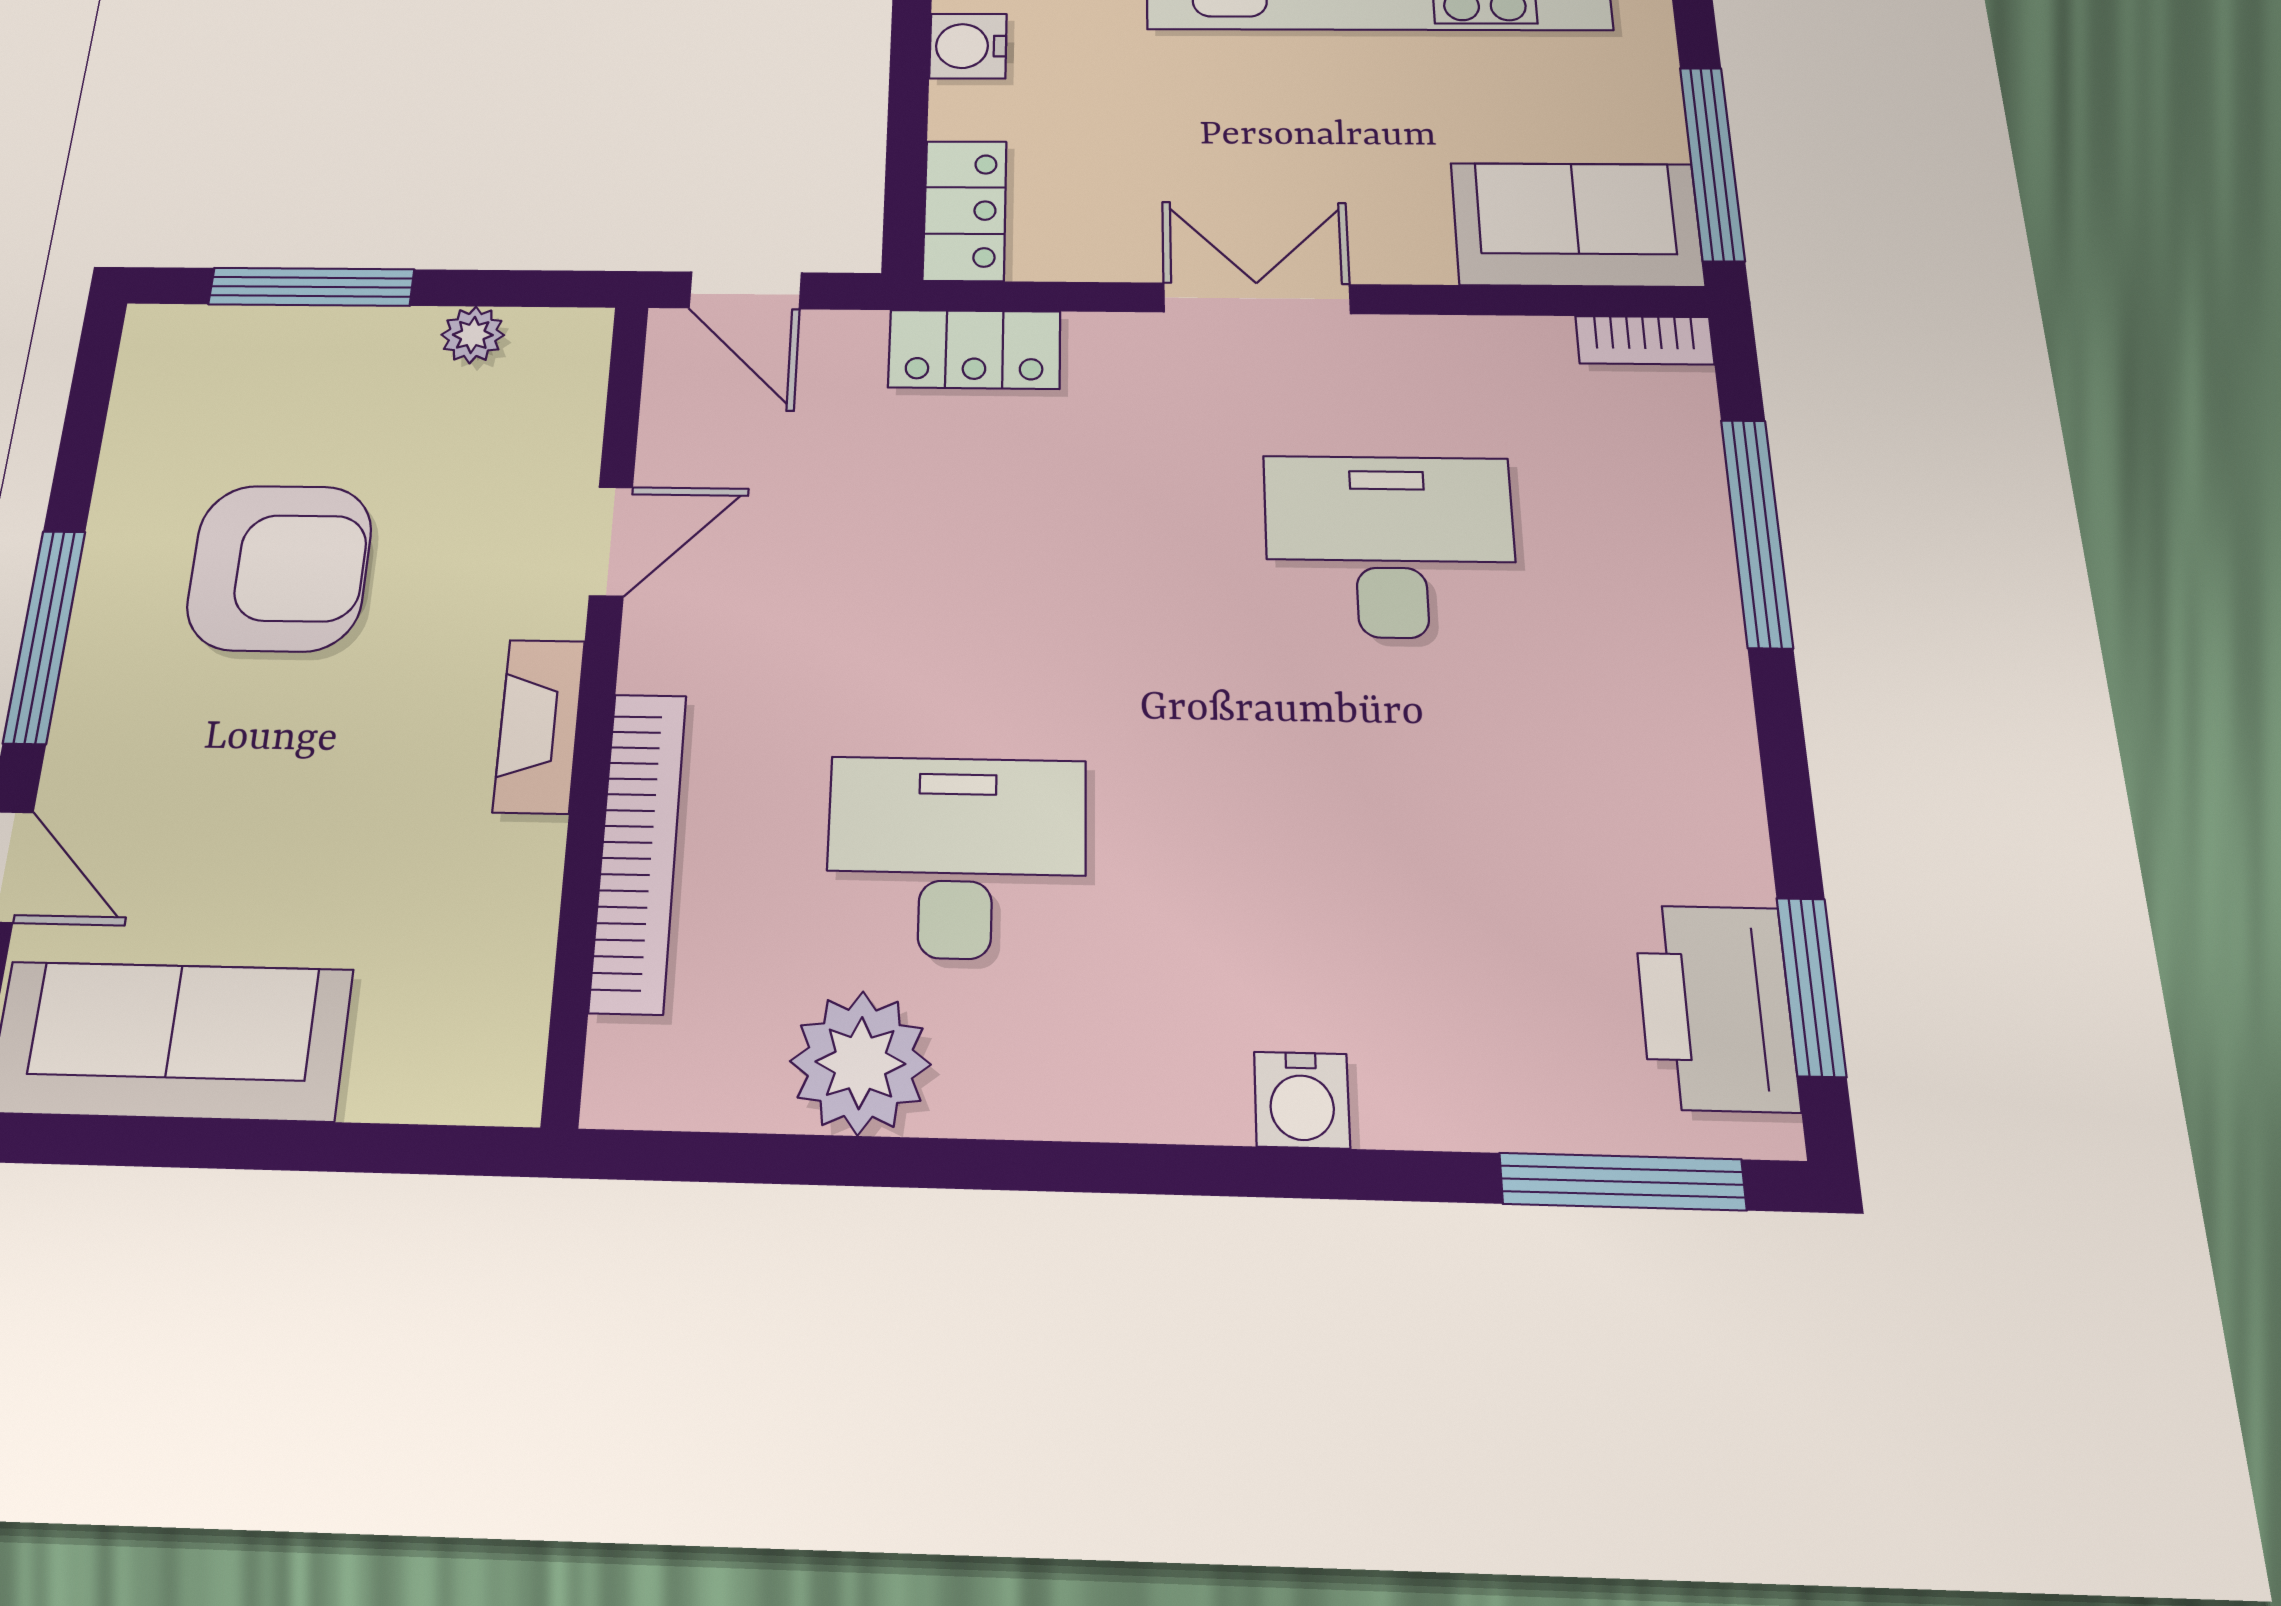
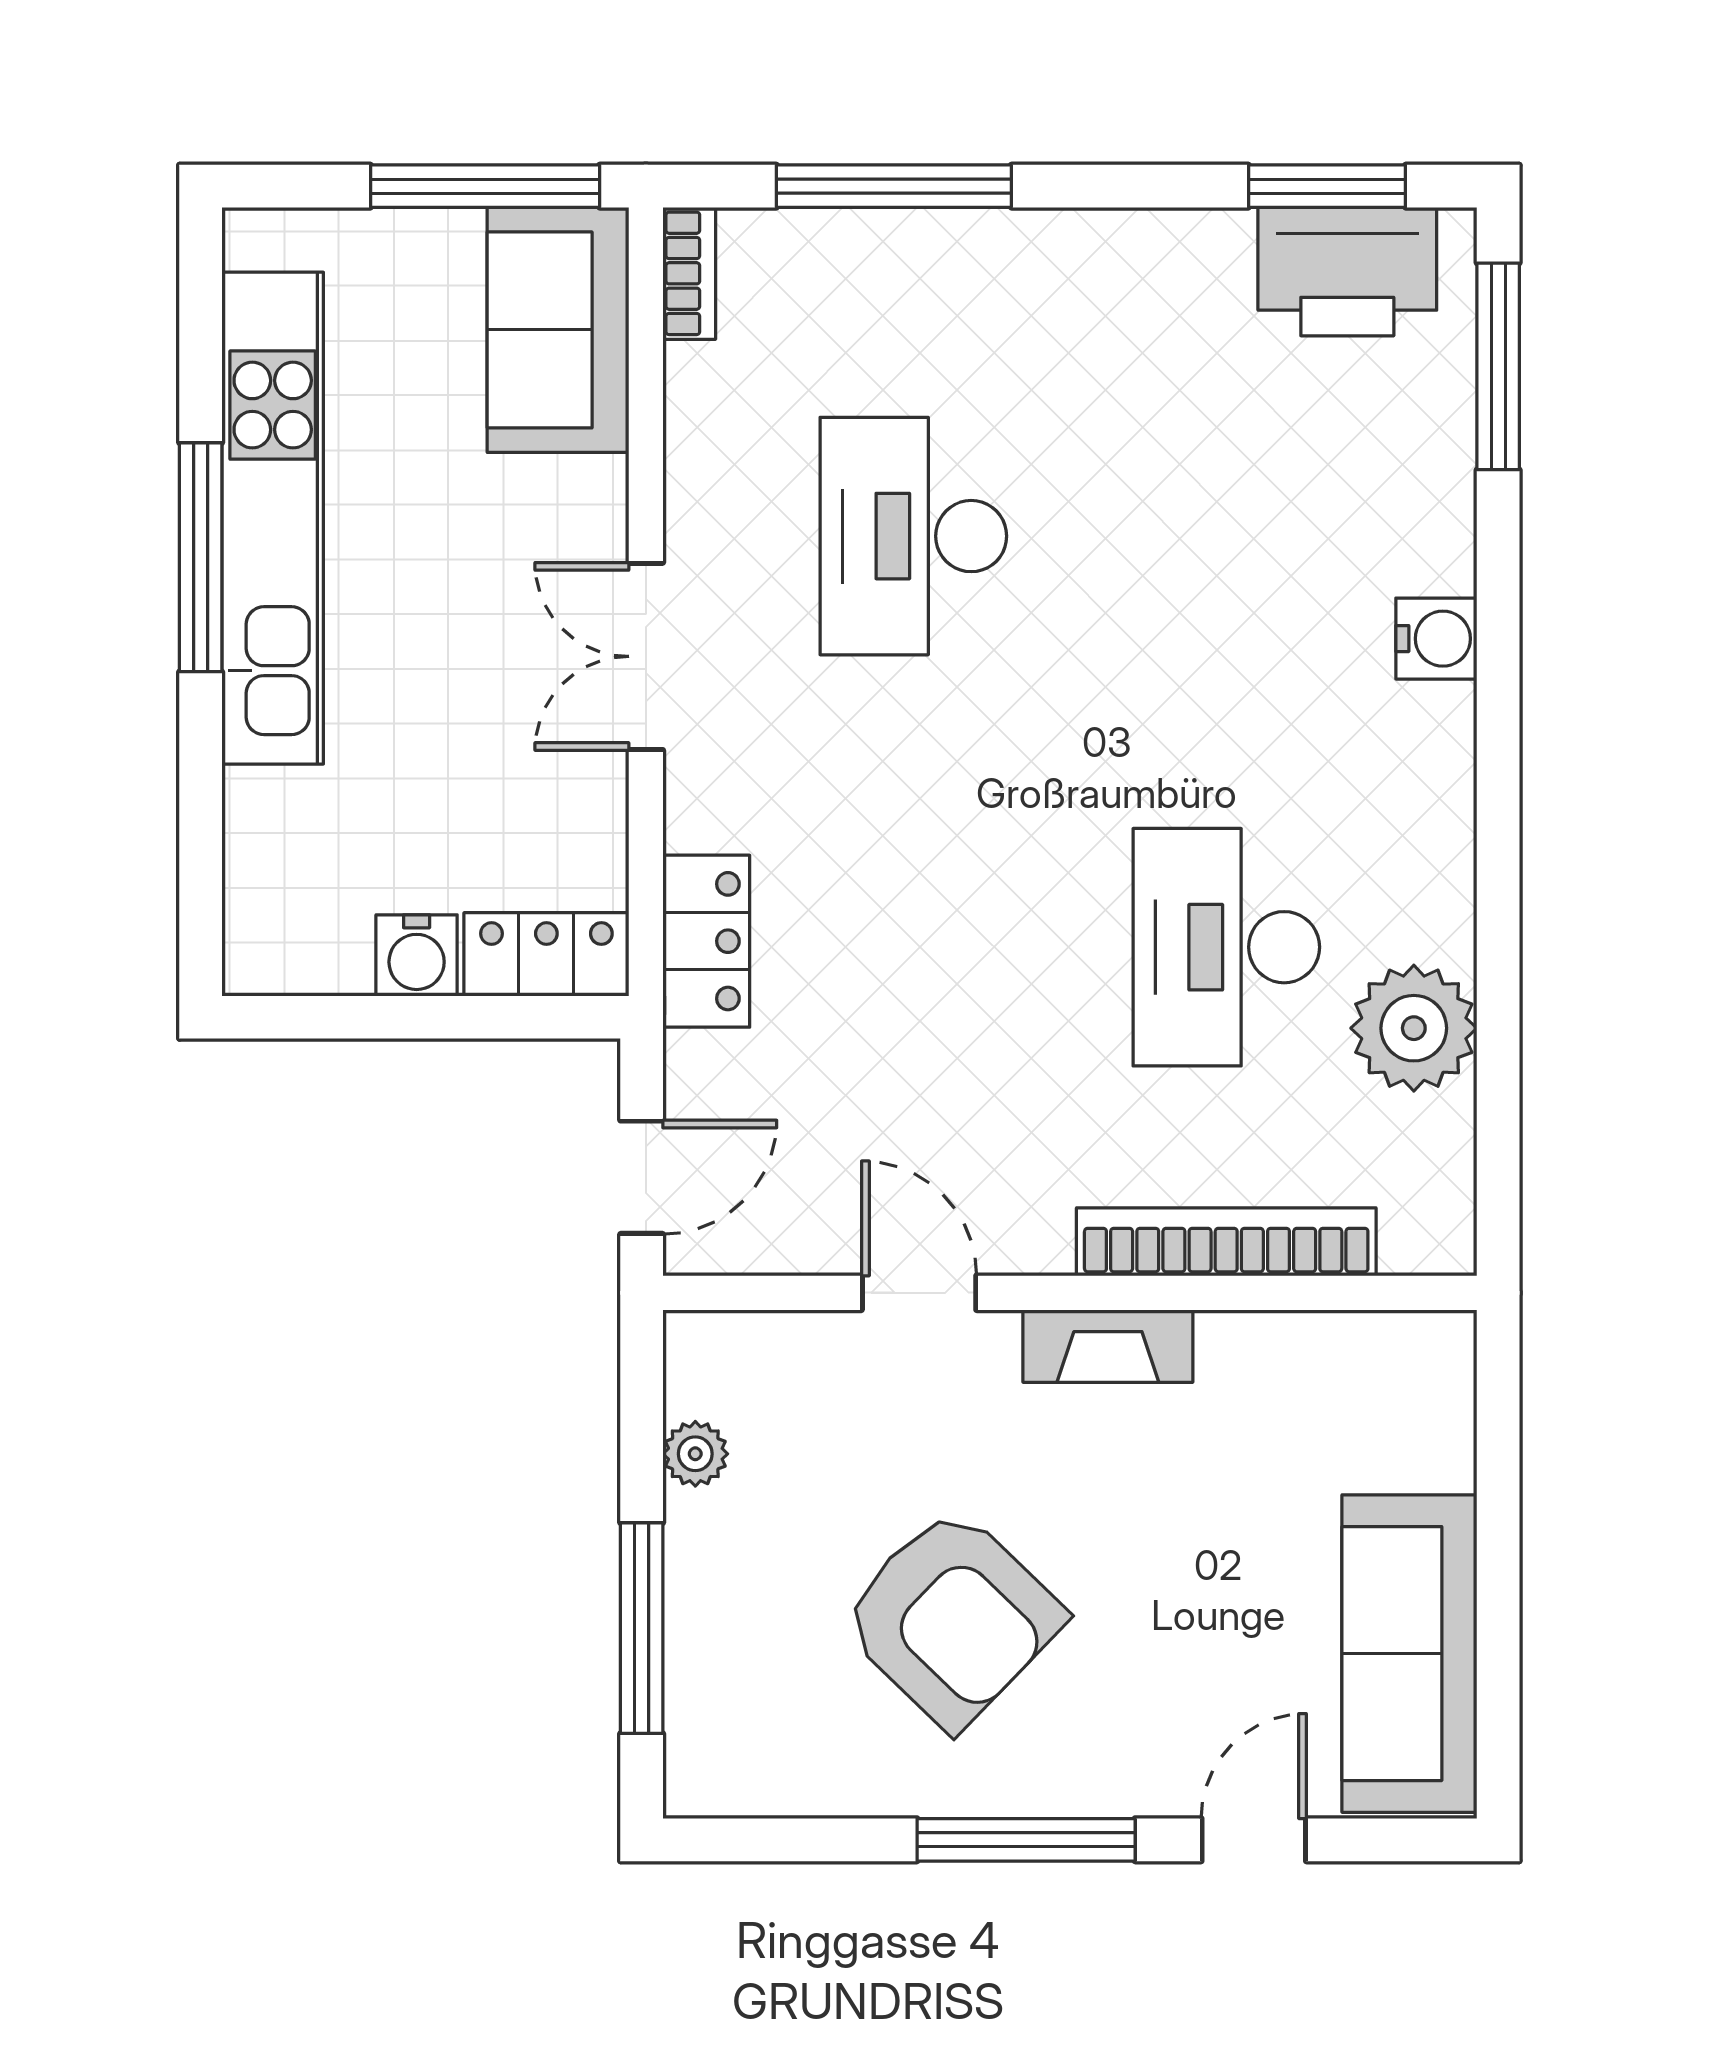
water cooler: (968, 46) -> (417, 955), moved
armchair: (280, 568) -> (952, 1618), turned 134

